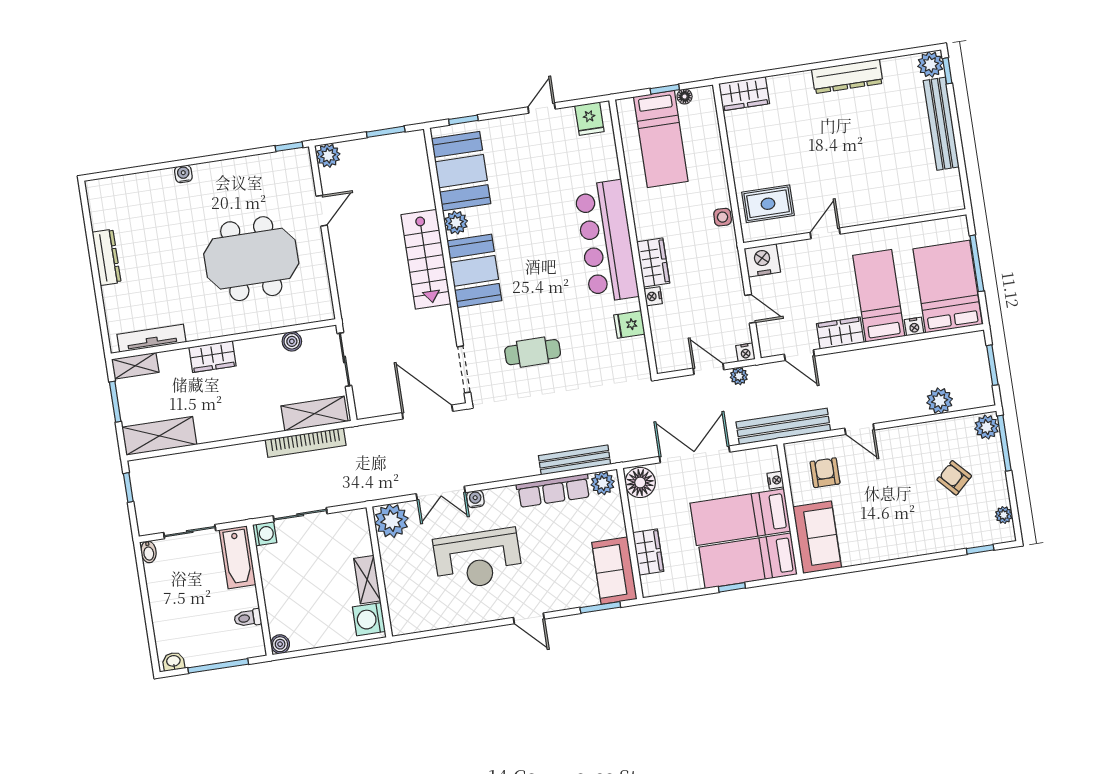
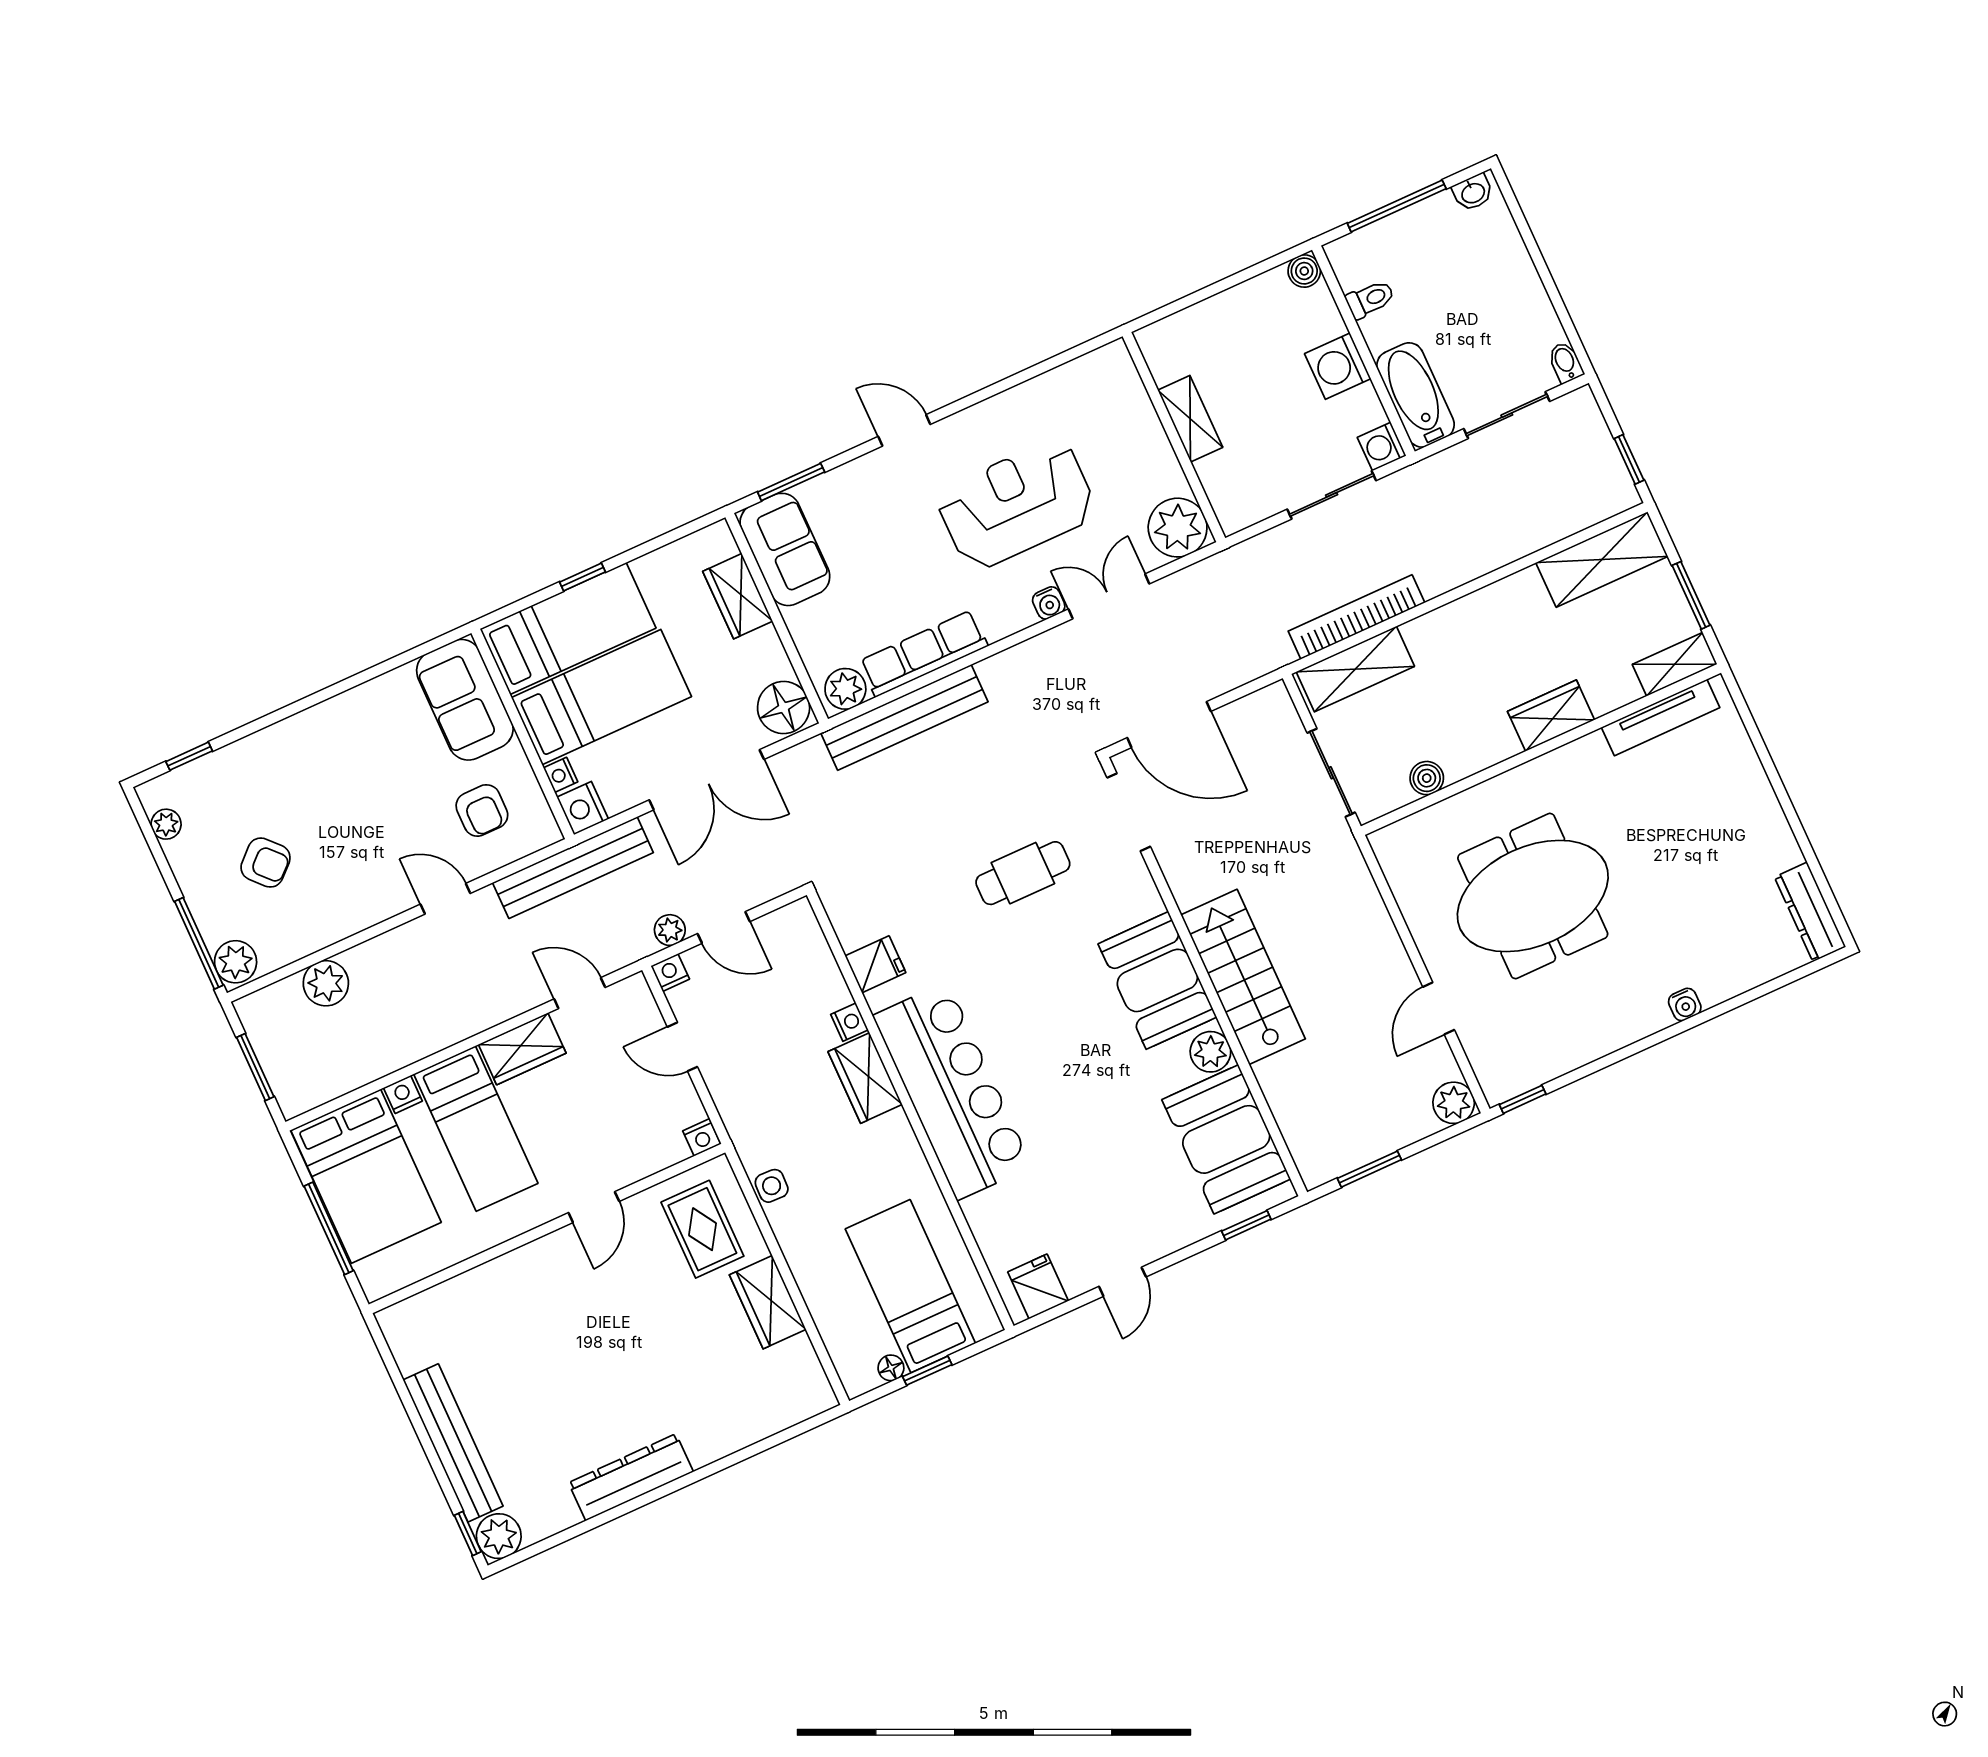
wardrobe: (744, 94) -> (768, 1302), moved, turned -90
rug: (768, 204) -> (702, 1229), turned 90
dresser: (107, 257) -> (1810, 912), moved
nightstand: (762, 260) -> (702, 1137), width x0.53, depth x0.56
nightstand: (768, 458) -> (583, 808), added
bench: (575, 460) -> (904, 717), width x1.37, depth x1.21
washing machine: (369, 619) -> (1338, 366), moved, turned 180

